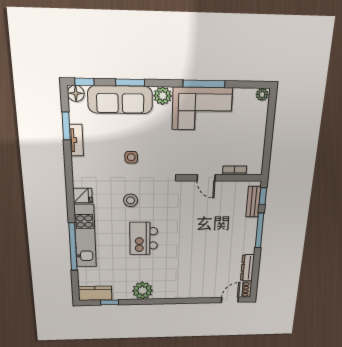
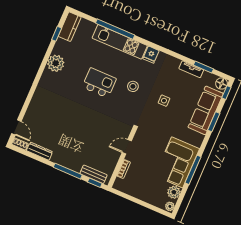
plant: (163, 96) -> (174, 192), moved

